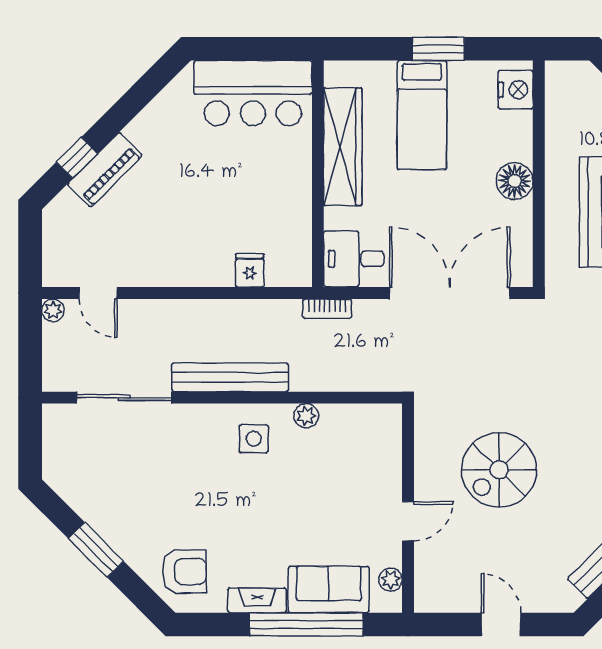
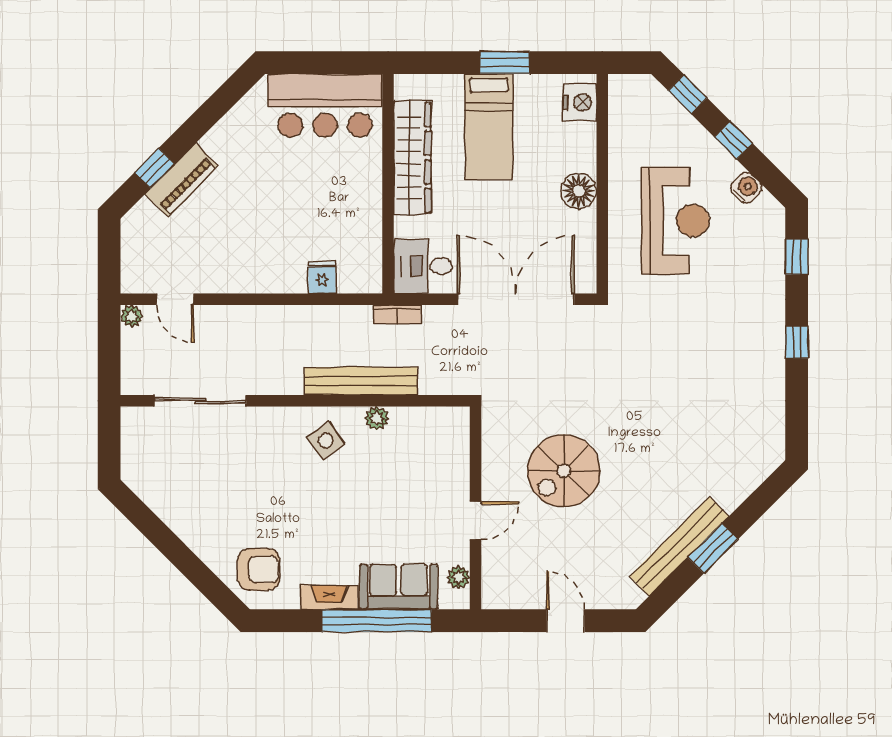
bench: (230, 377) -> (361, 381), moved
side table: (254, 439) -> (326, 441), turned -36
window: (96, 550) -> (173, 548), removed

